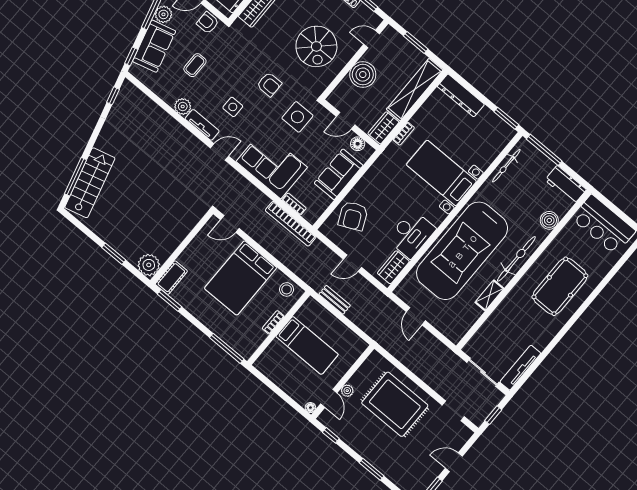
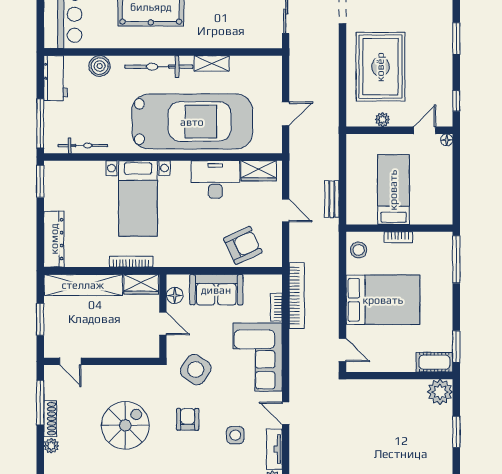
spiral stairs: (316, 46) -> (125, 425), moved
boiler: (363, 75) -> (109, 343), removed
side table: (297, 117) -> (196, 370), turned 34
bookcase: (404, 134) -> (131, 262), width x1.56
plant: (347, 391) -> (382, 120), moved

